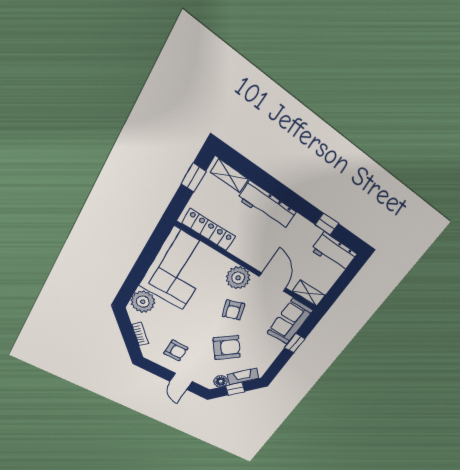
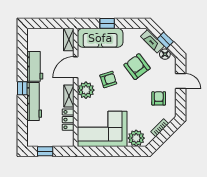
shelving: (229, 176) -> (69, 96), moved
window: (327, 224) -> (22, 88), moved
locker: (209, 230) -> (68, 120), width x0.66
workbench: (334, 252) -> (35, 66), moved
sofa: (290, 321) -> (100, 38), width x1.36
door: (181, 381) -> (181, 81), hinge flipped

